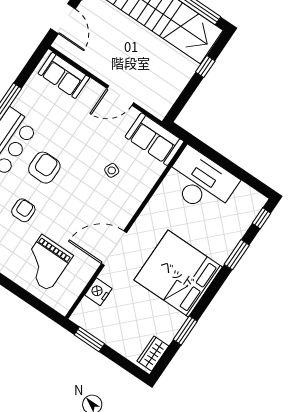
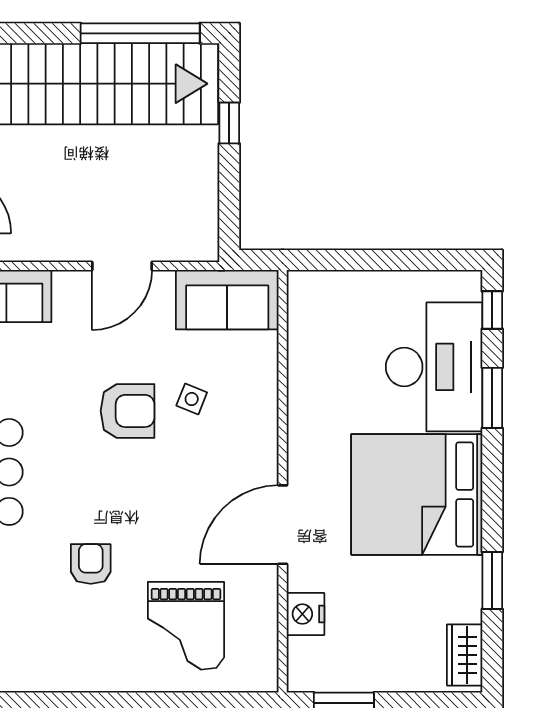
armchair: (44, 168) -> (127, 411), moved, turned 90
desk: (201, 182) -> (434, 367), moved, turned 90

